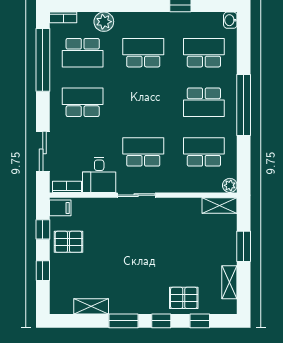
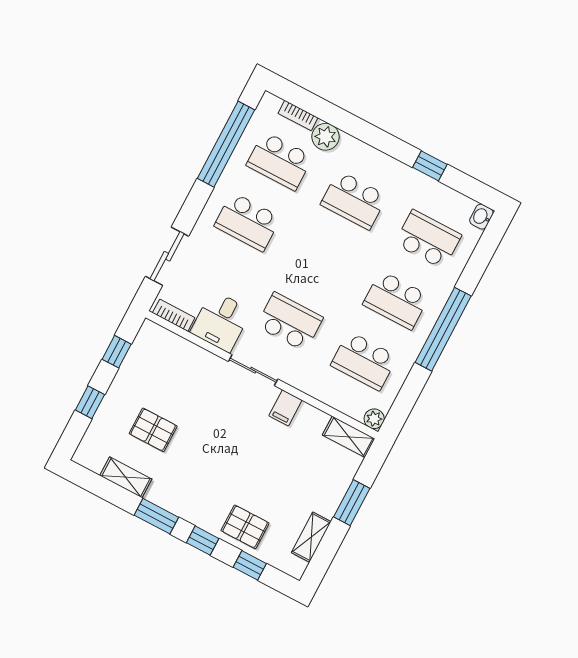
bookcase: (63, 17) -> (298, 115), moved
school desk: (143, 53) -> (354, 200), turned 180
school desk: (83, 102) -> (248, 222), turned 180
school desk: (204, 152) -> (364, 361), turned 180
filing cabinet: (60, 208) -> (285, 408), moved, turned 90
pallet: (69, 242) -> (153, 430), moved

